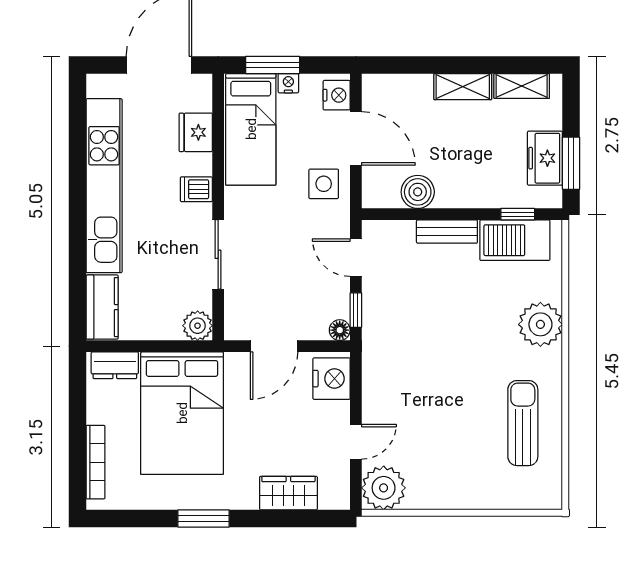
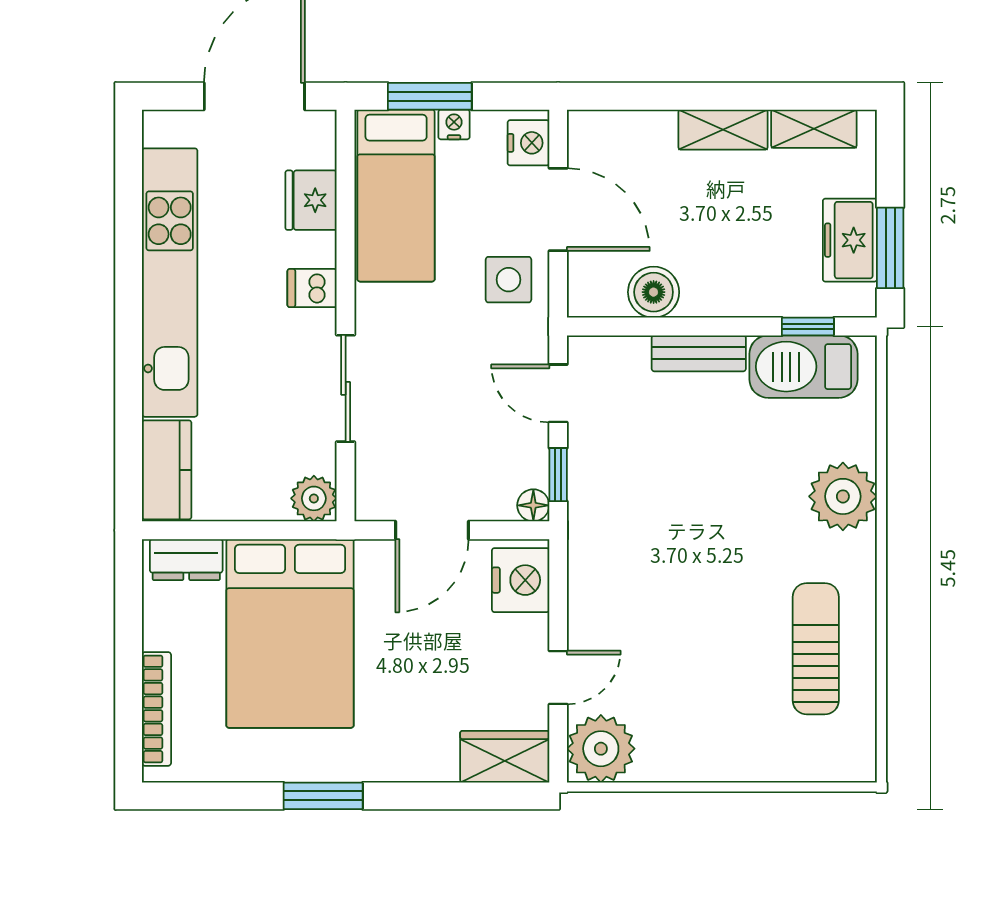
wardrobe: (288, 493) -> (505, 757), moved

